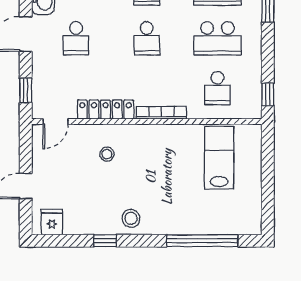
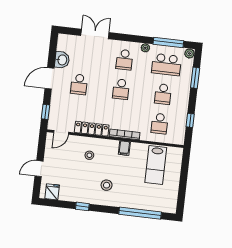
school desk: (217, 38) -> (163, 94), width x0.54
window: (268, 94) -> (190, 120), moved
filing cabinet: (164, 136) -> (124, 148), added
lab bench: (219, 158) -> (156, 165), turned 180
stool: (131, 218) -> (107, 185), moved

